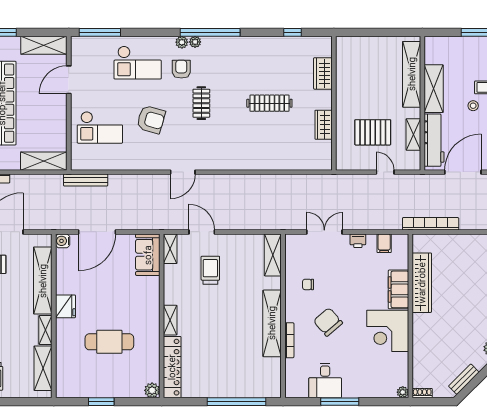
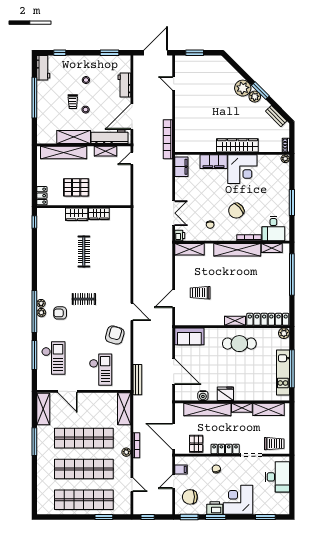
window: (100, 32) -> (34, 355), moved
window: (210, 32) -> (34, 311), moved
window: (292, 32) -> (34, 222), moved
locker: (350, 43) -> (42, 196), added
checkout: (138, 63) -> (53, 358), moved
wardrobe: (323, 73) -> (77, 214), moved
armchair: (151, 120) -> (115, 335), moved
pallet: (373, 132) -> (76, 187), moved, turned 90
door: (385, 172) -> (132, 158), moved
door: (463, 172) -> (132, 117), hinge flipped
double door: (324, 232) -> (174, 213), swing flipped
water cooler: (63, 241) -> (203, 396), moved
printer: (358, 241) -> (180, 235), moved
filing cabinet: (384, 243) -> (181, 167), width x2.00
shelving: (170, 249) -> (272, 248), moved
wardrobe: (422, 283) -> (237, 145), moved
cafe table: (109, 342) -> (239, 344), moved, turned 90
desk: (325, 381) -> (273, 229), moved, turned 90
kitchen unit: (96, 389) -> (283, 373), added
window: (101, 402) -> (292, 369), width x2.11

